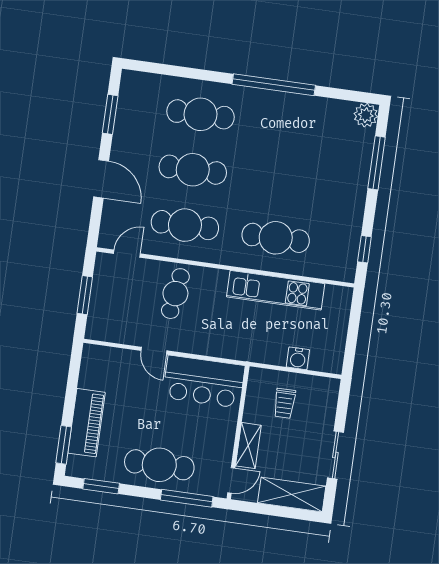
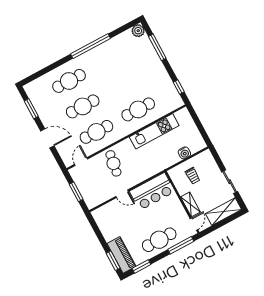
piano: (86, 423) -> (122, 255), moved

